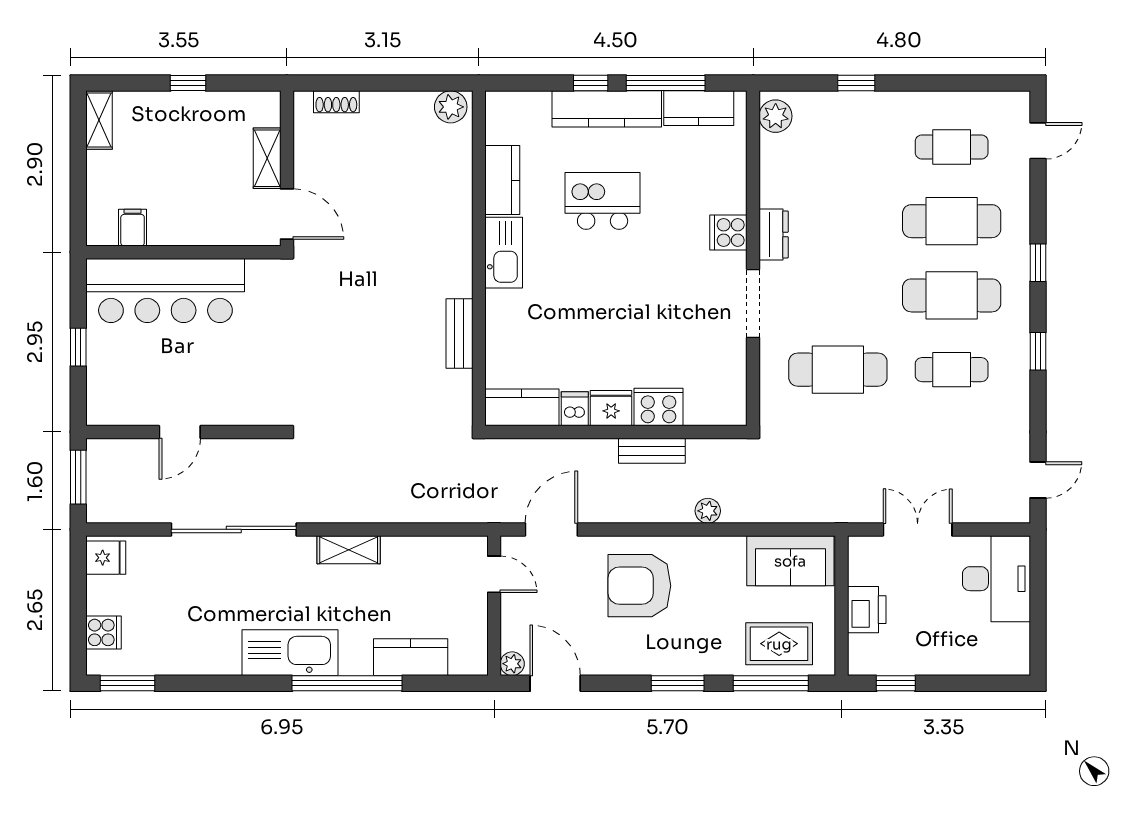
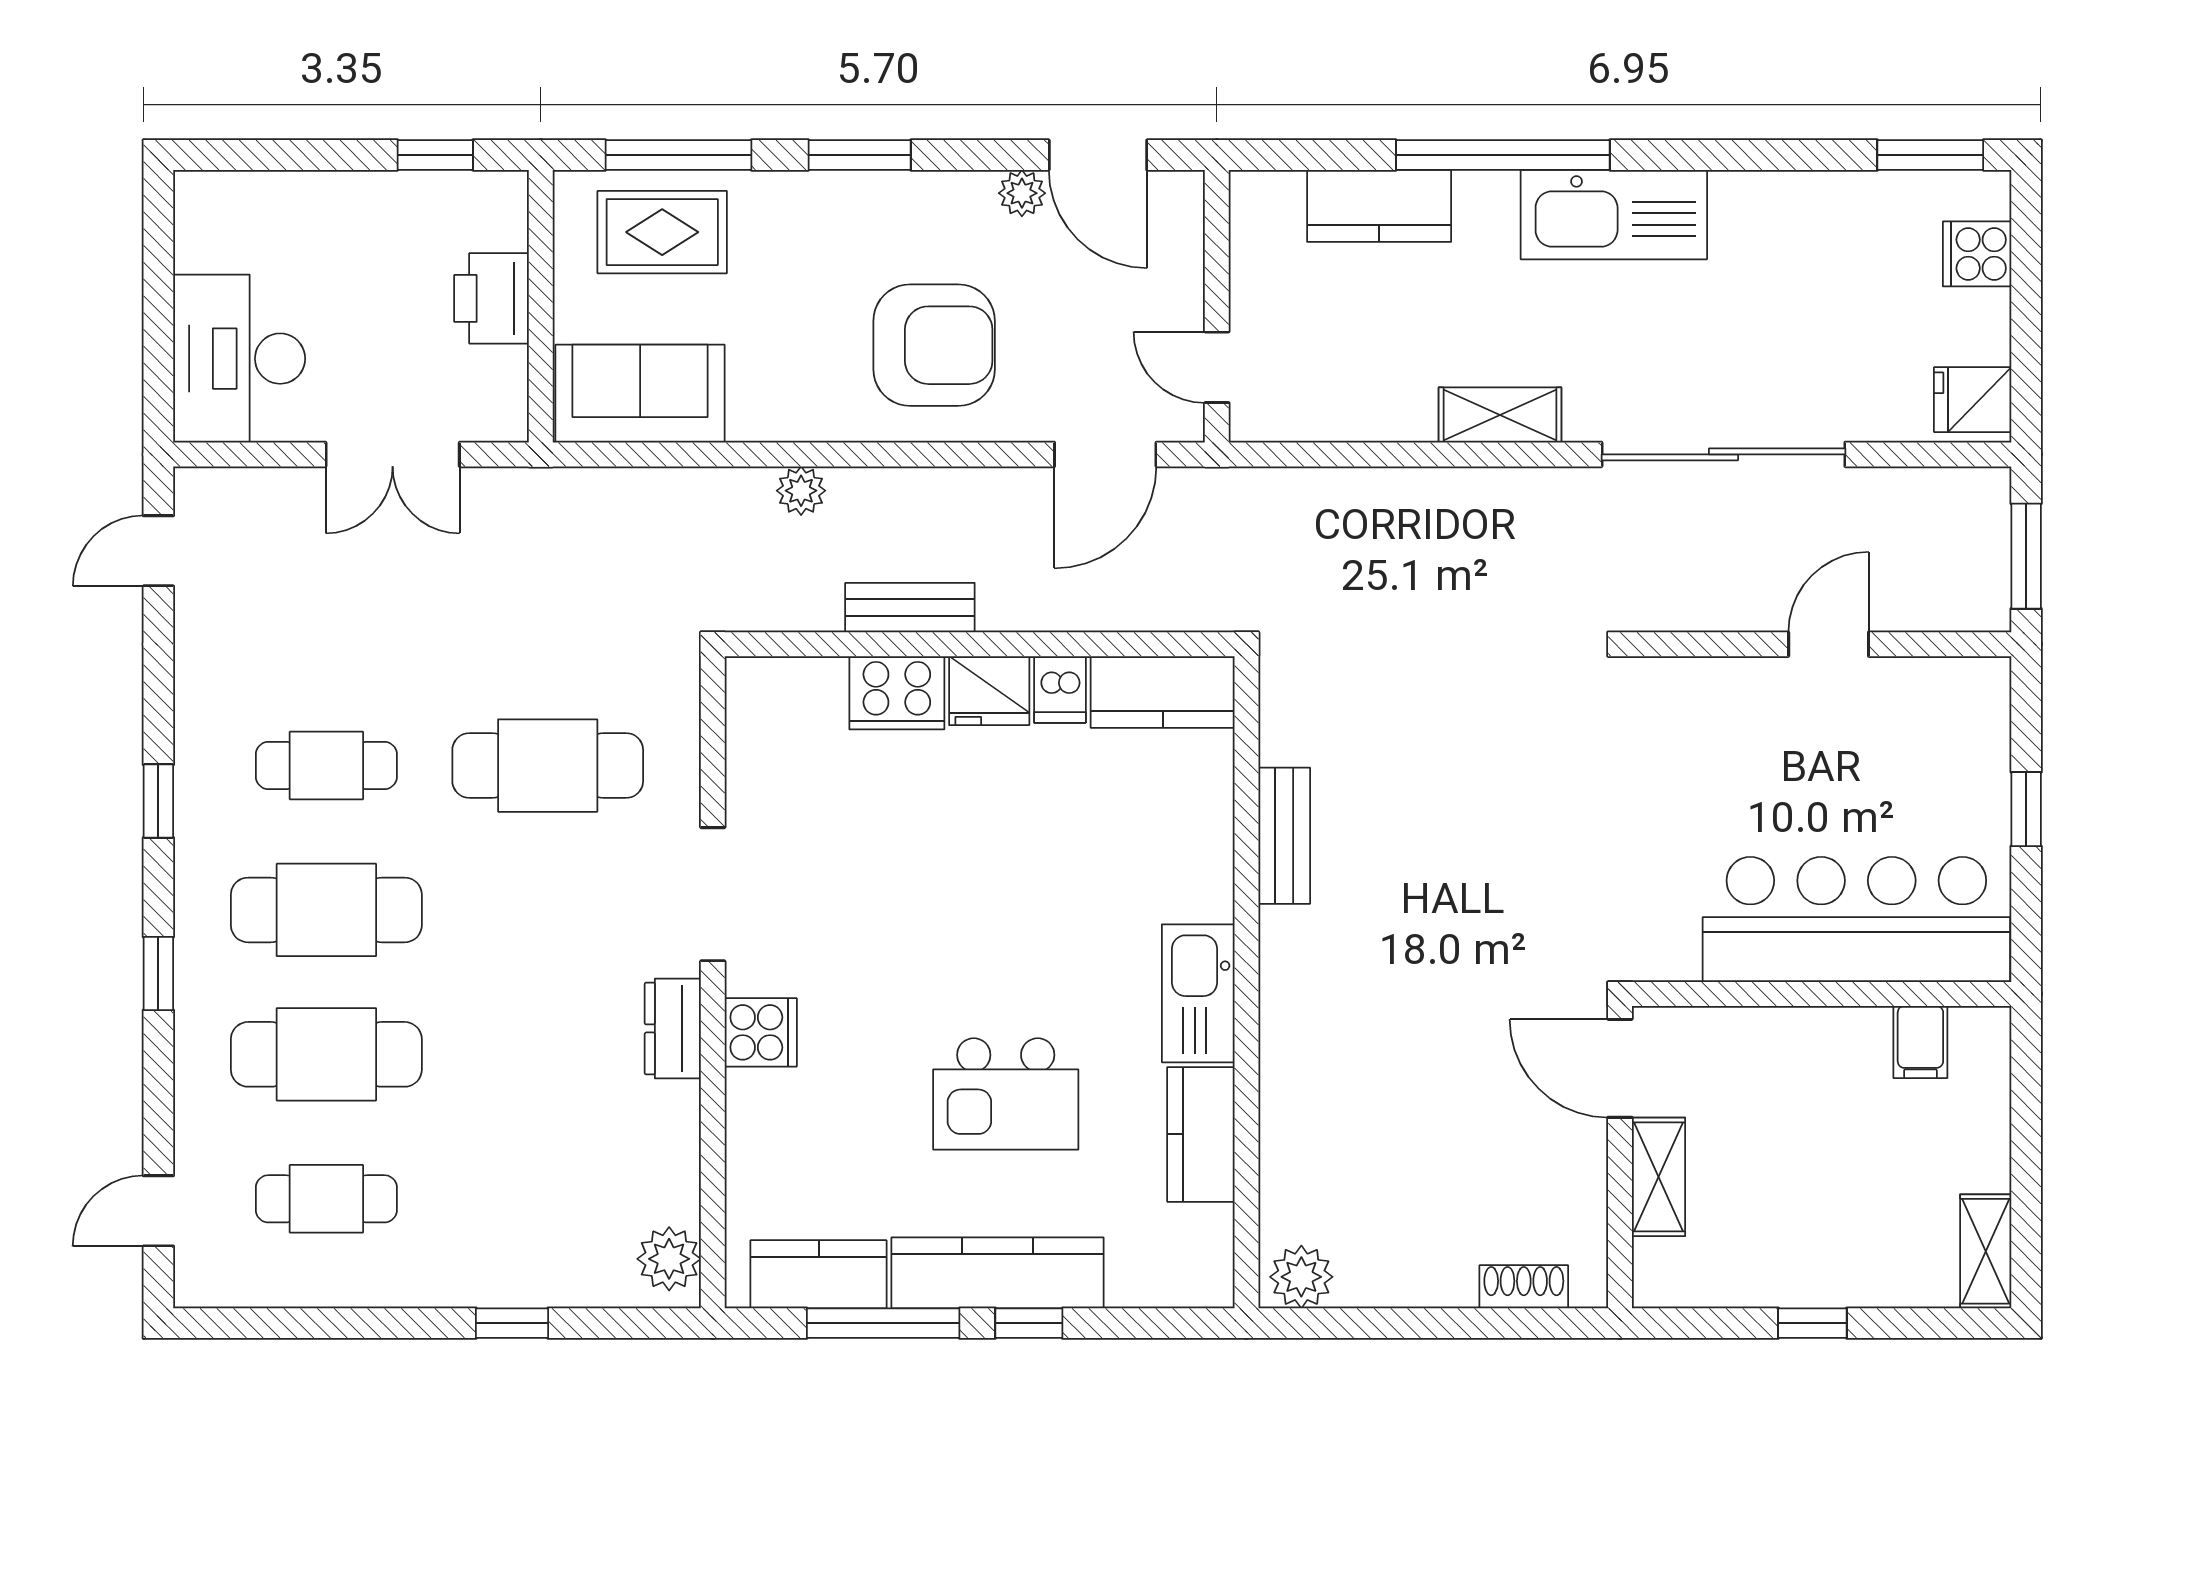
plant: (512, 664) -> (1022, 193), moved

